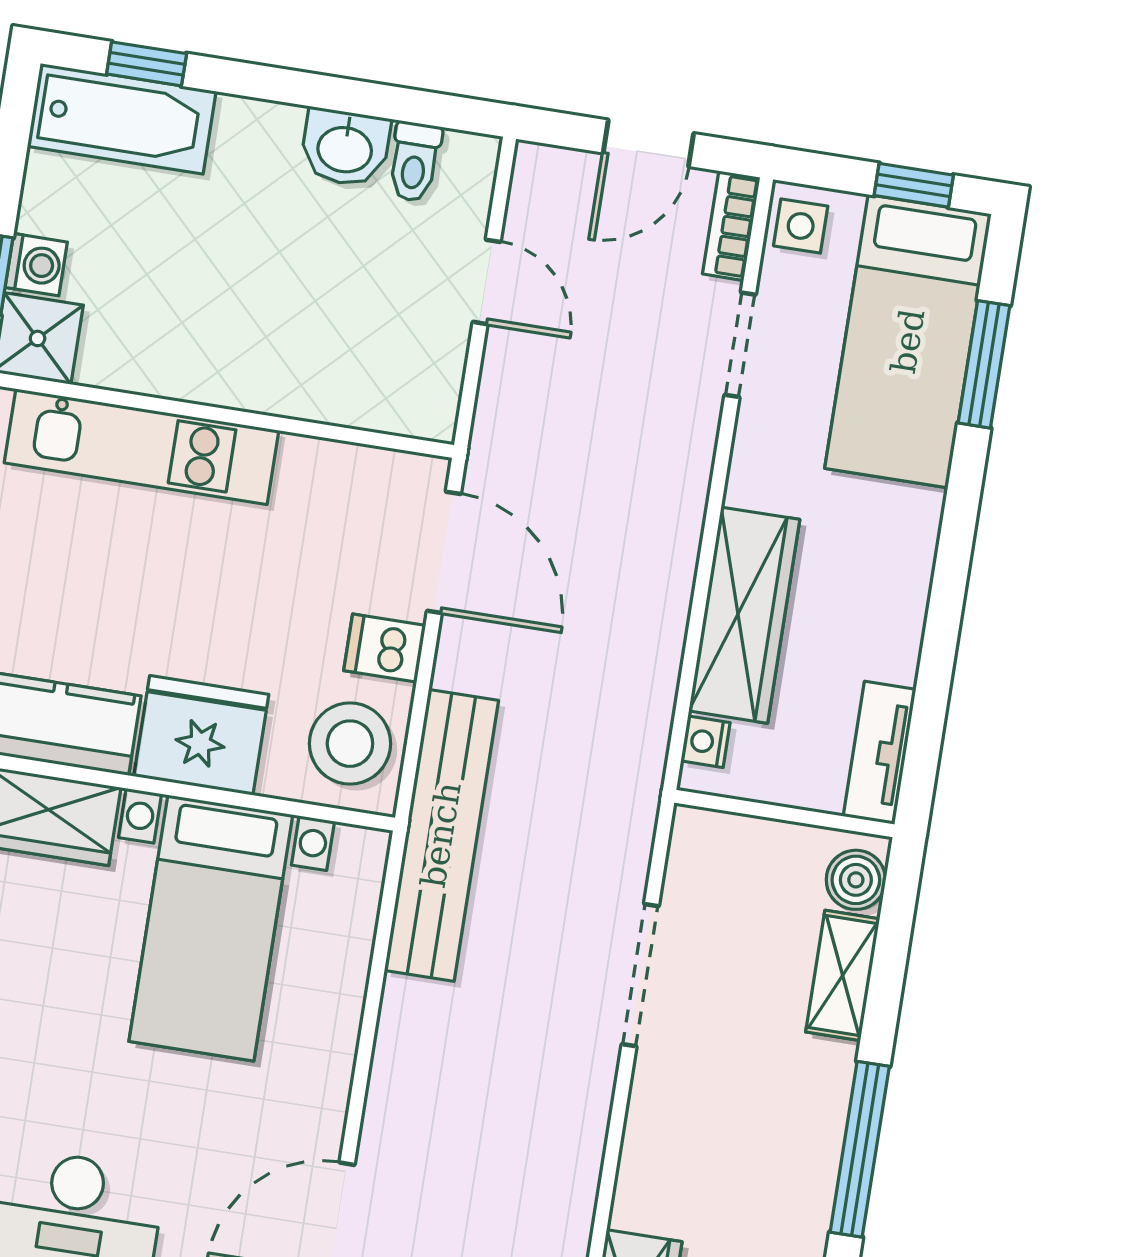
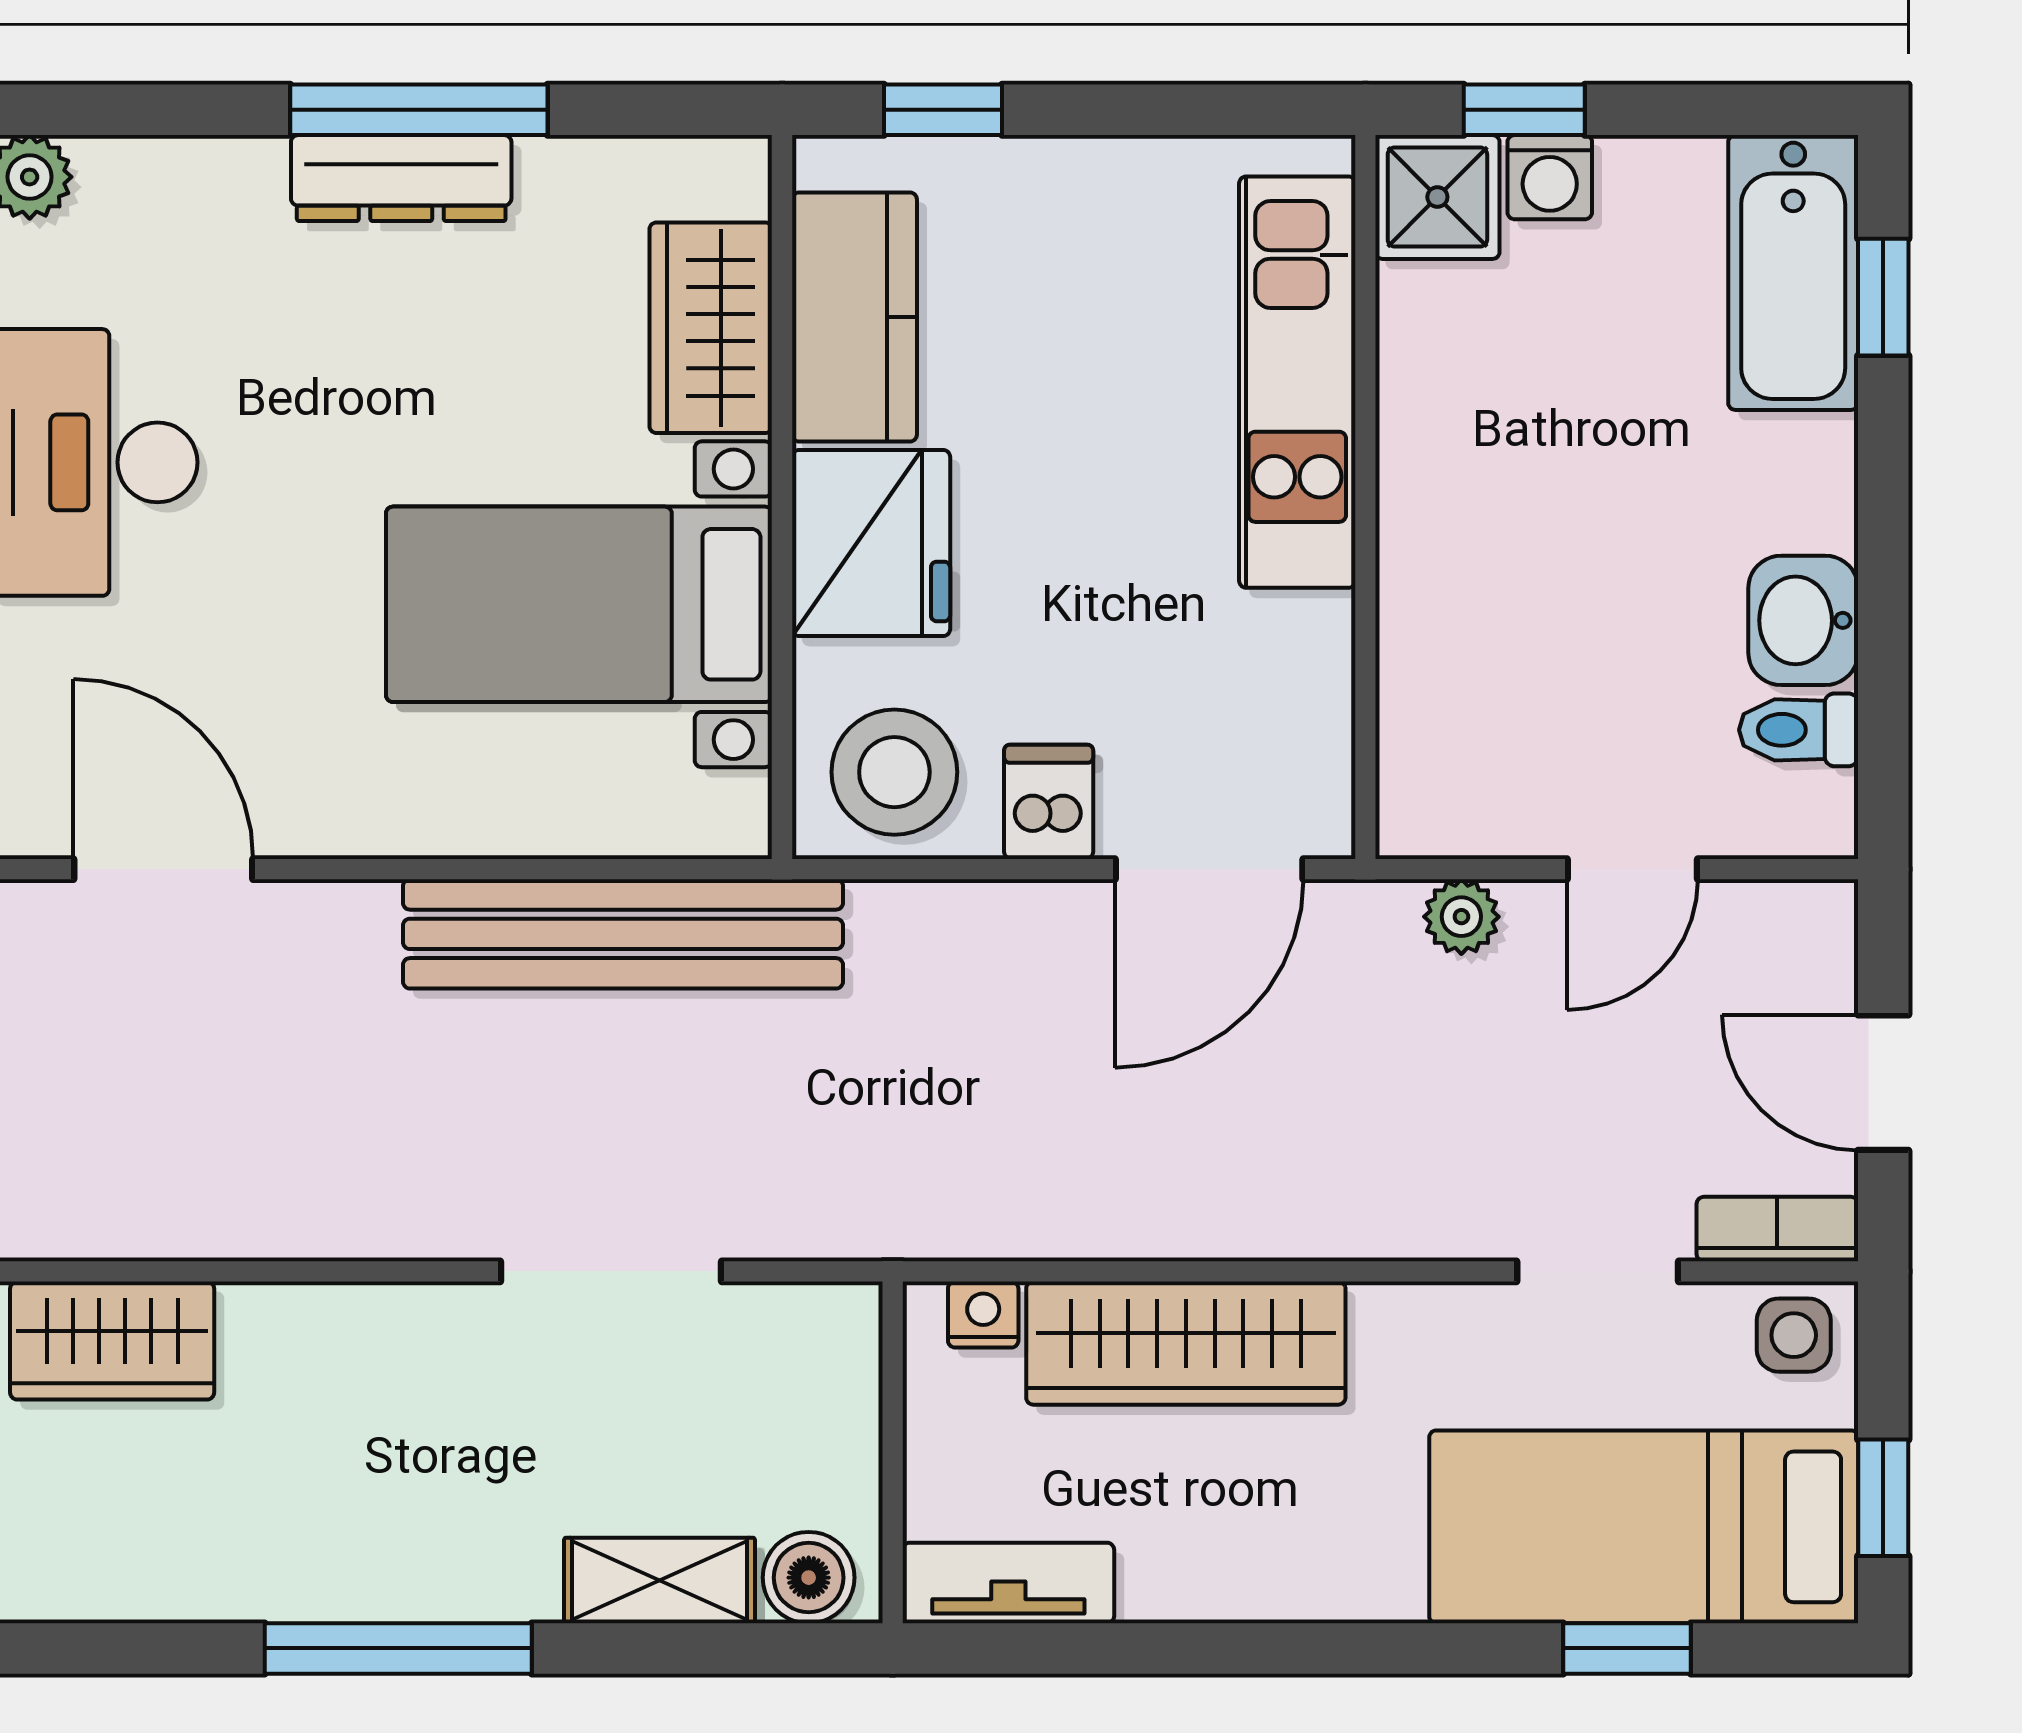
window: (984, 364) -> (1627, 1648), width x0.67
plant: (500, 396) -> (1461, 917), added
bench: (441, 835) -> (623, 934), moved

